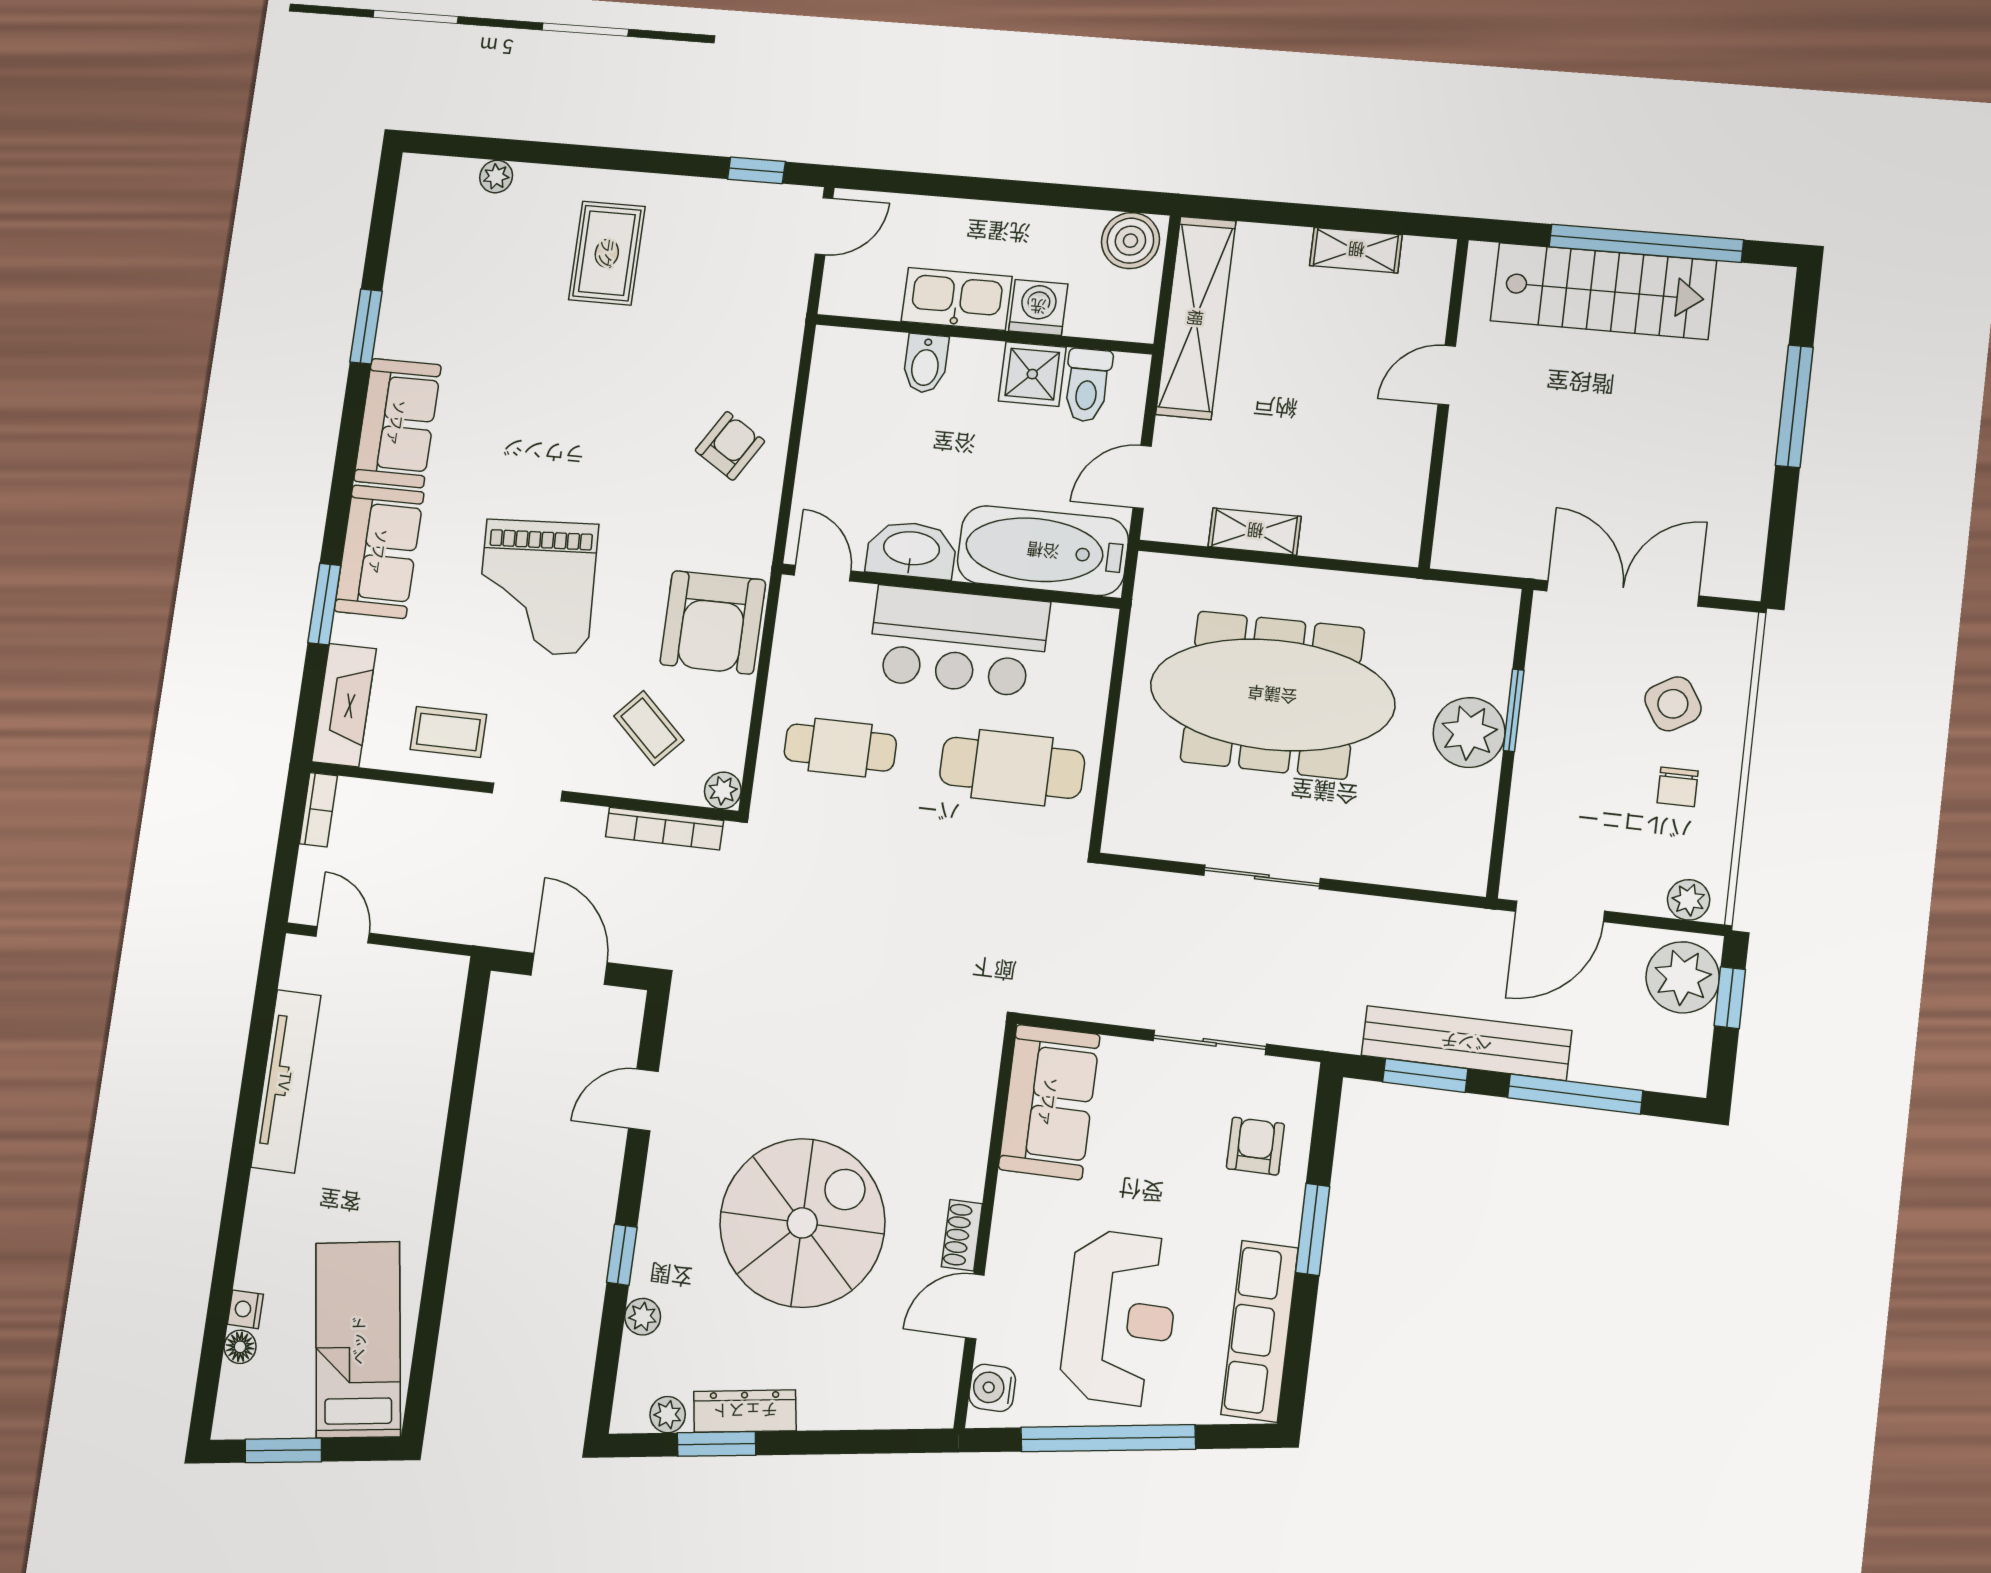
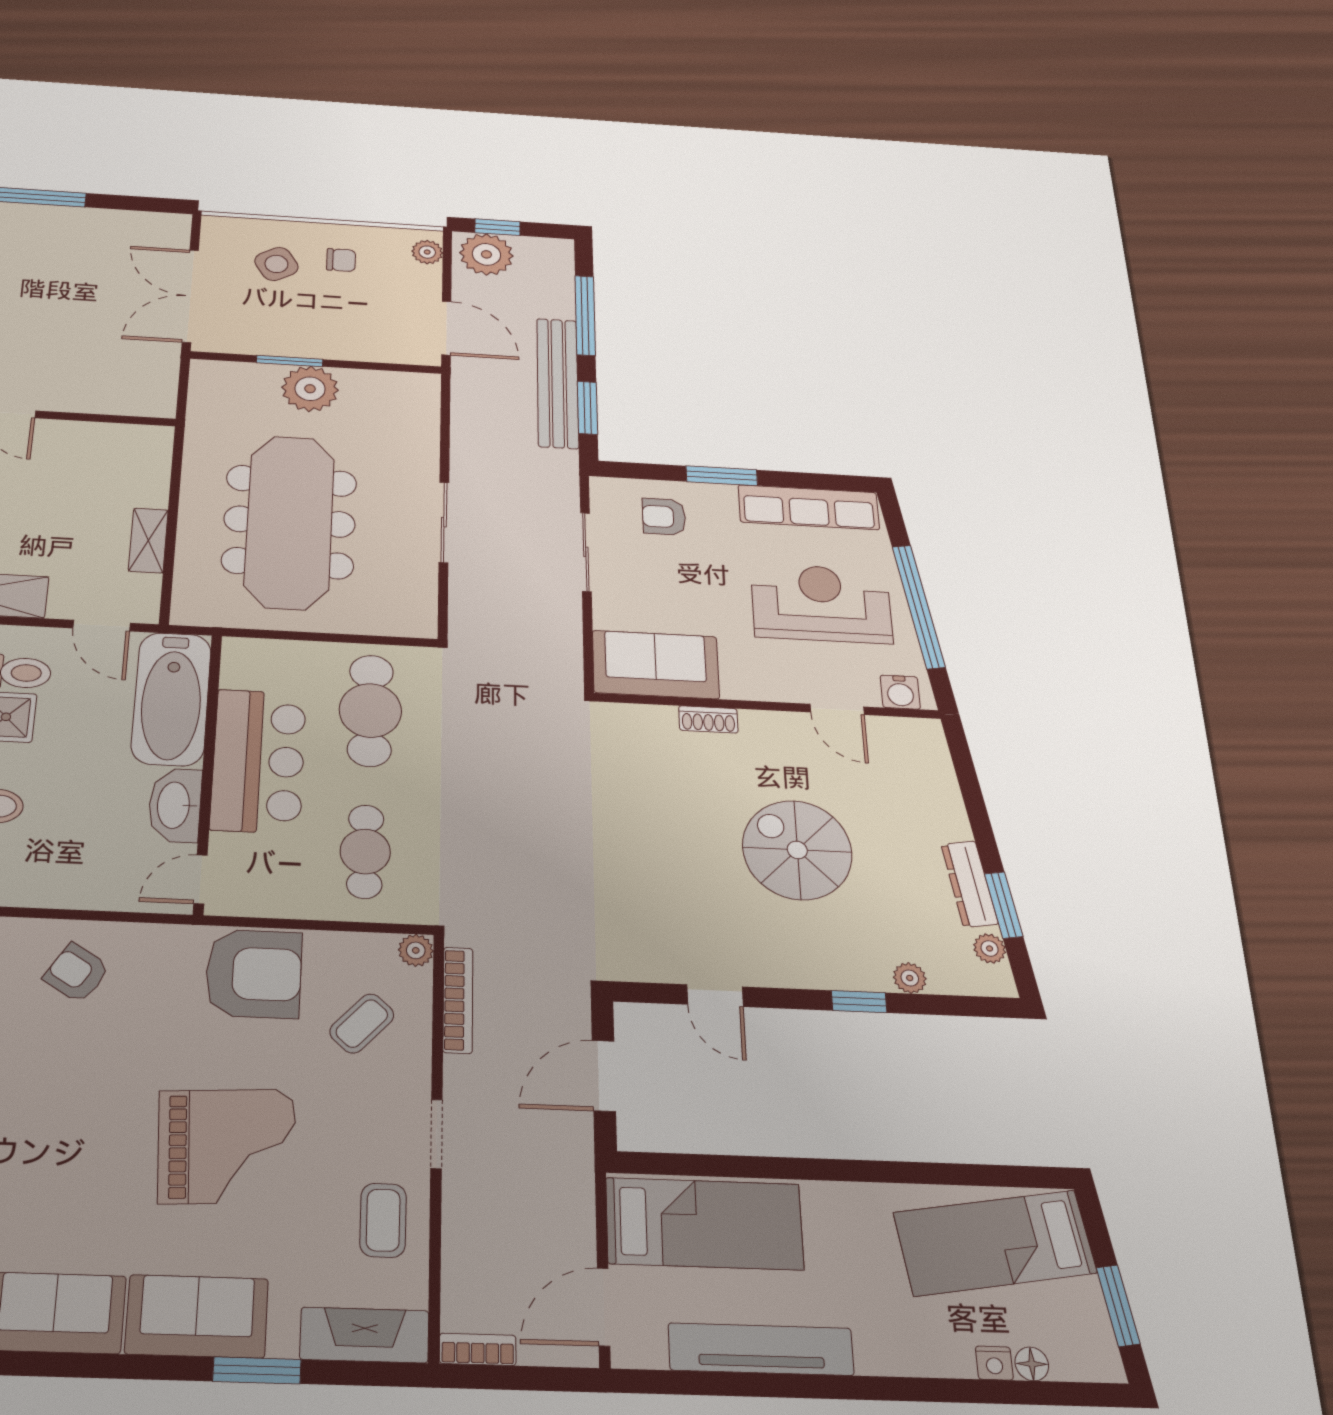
door: (343, 935) -> (603, 1307), width x1.37
bed: (410, 1047) -> (704, 1224), added
spiral stairs: (802, 1223) -> (797, 850), width x0.73, depth x0.73
shoe rack: (962, 1235) -> (708, 719), moved

